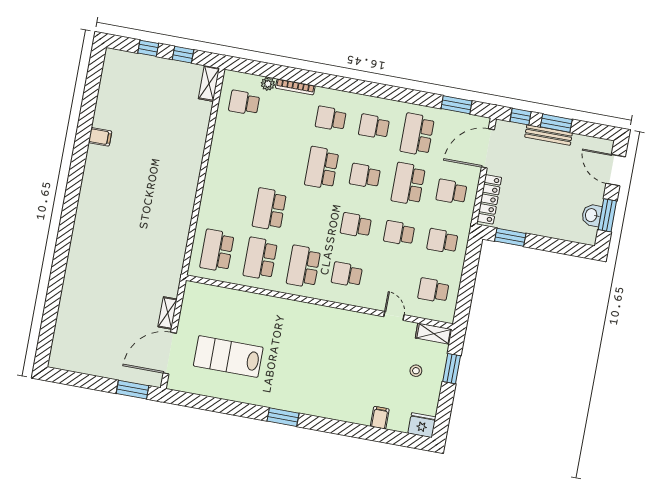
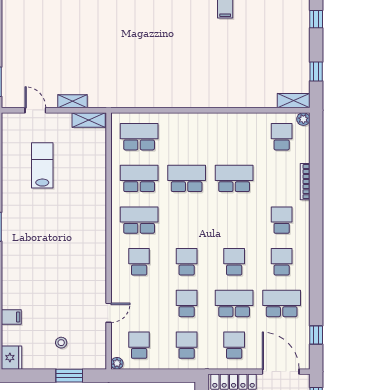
window: (148, 48) -> (316, 19), moved
plant: (268, 84) -> (303, 119), moved
window: (456, 105) -> (316, 335), width x0.67
school desk: (322, 168) -> (234, 178), moved
plant: (448, 317) -> (117, 363), added
shelving: (434, 334) -> (89, 120), moved, turned 90
door: (170, 353) -> (35, 110), width x0.53
lab bench: (228, 357) -> (42, 165), width x0.73, depth x0.72

